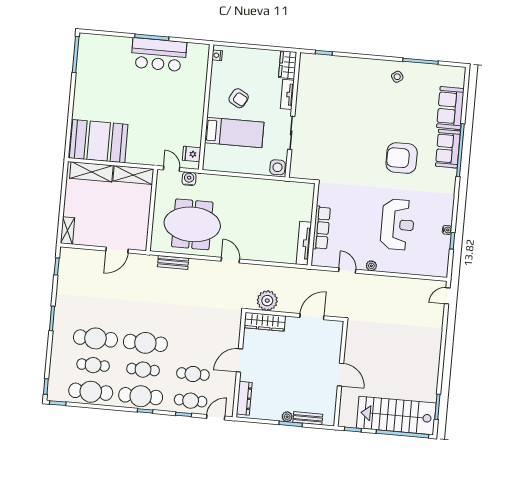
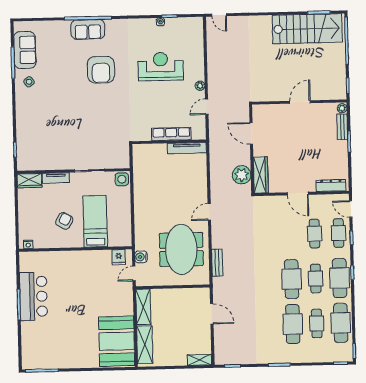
sofa: (450, 108) -> (25, 50), moved, turned -90
stairs: (396, 416) -> (307, 29), moved, turned -90
plant: (287, 417) -> (342, 108), moved

